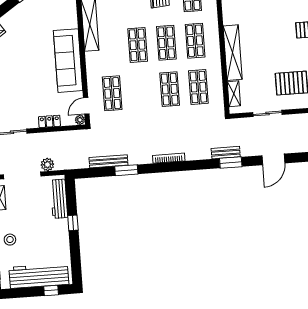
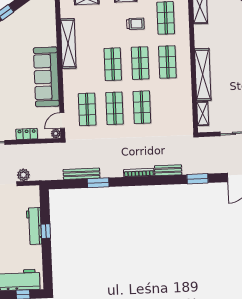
shop shelf: (198, 87) -> (114, 108), moved
bench: (226, 153) -> (168, 170), moved
workbench: (59, 199) -> (34, 226), moved

